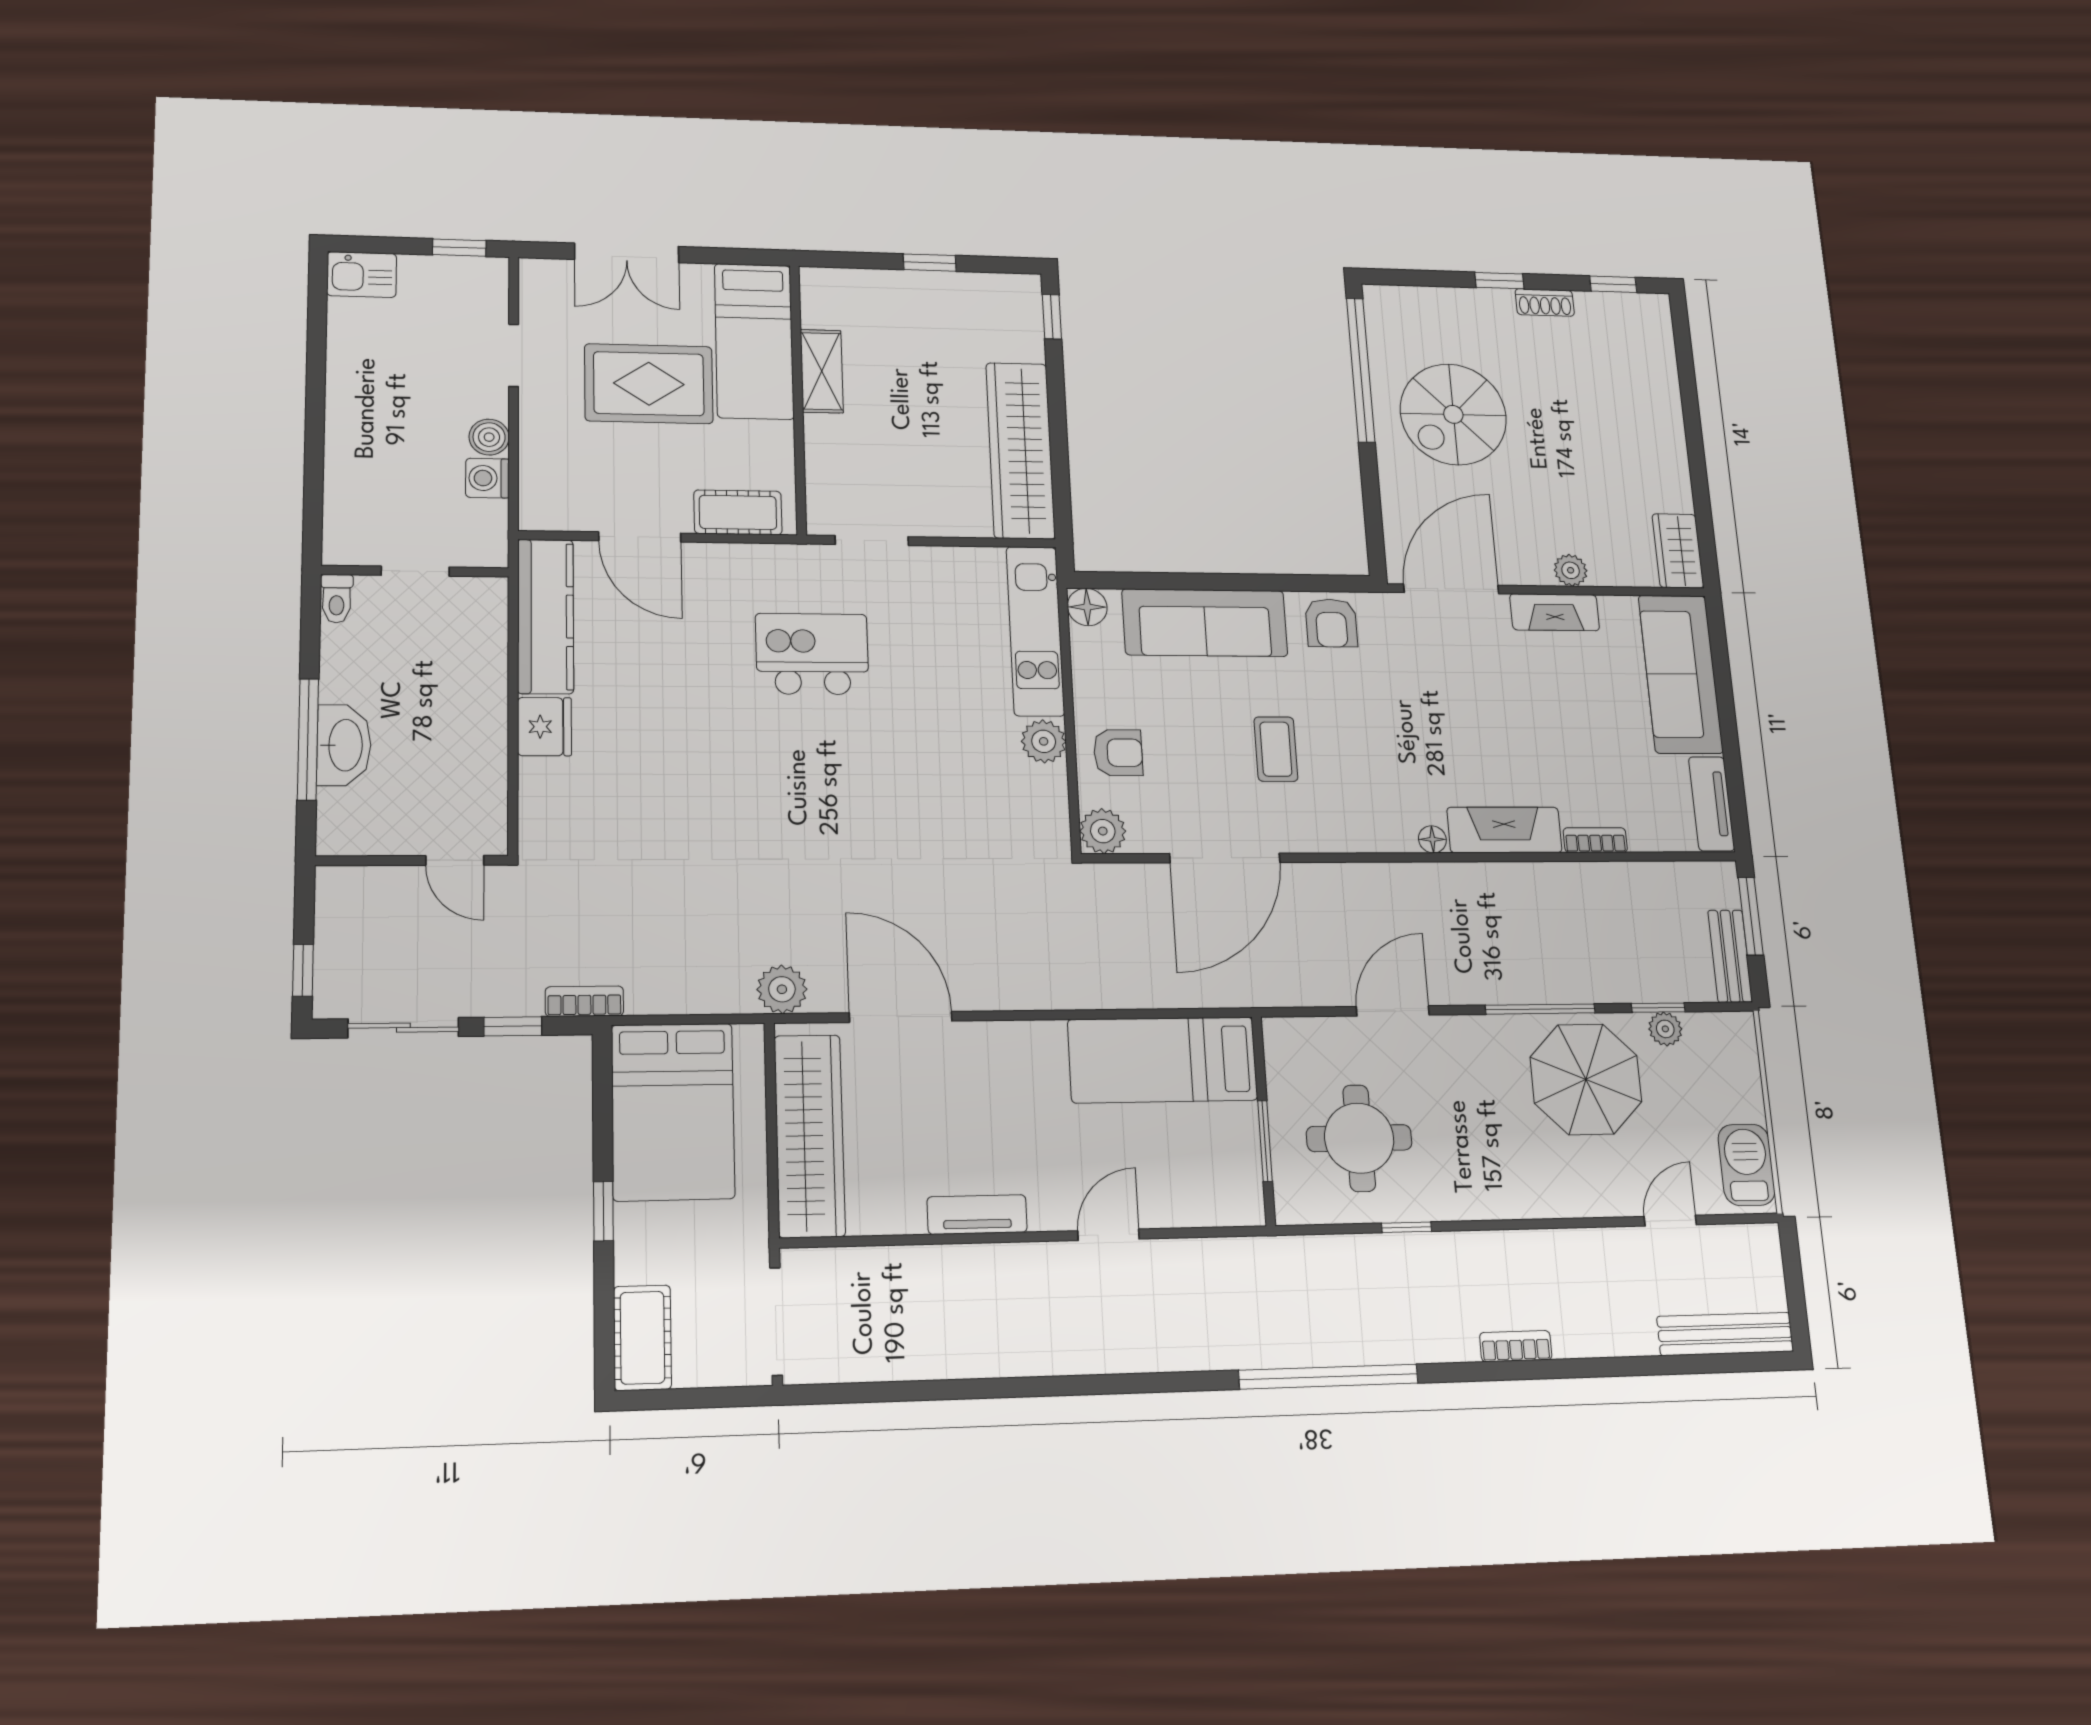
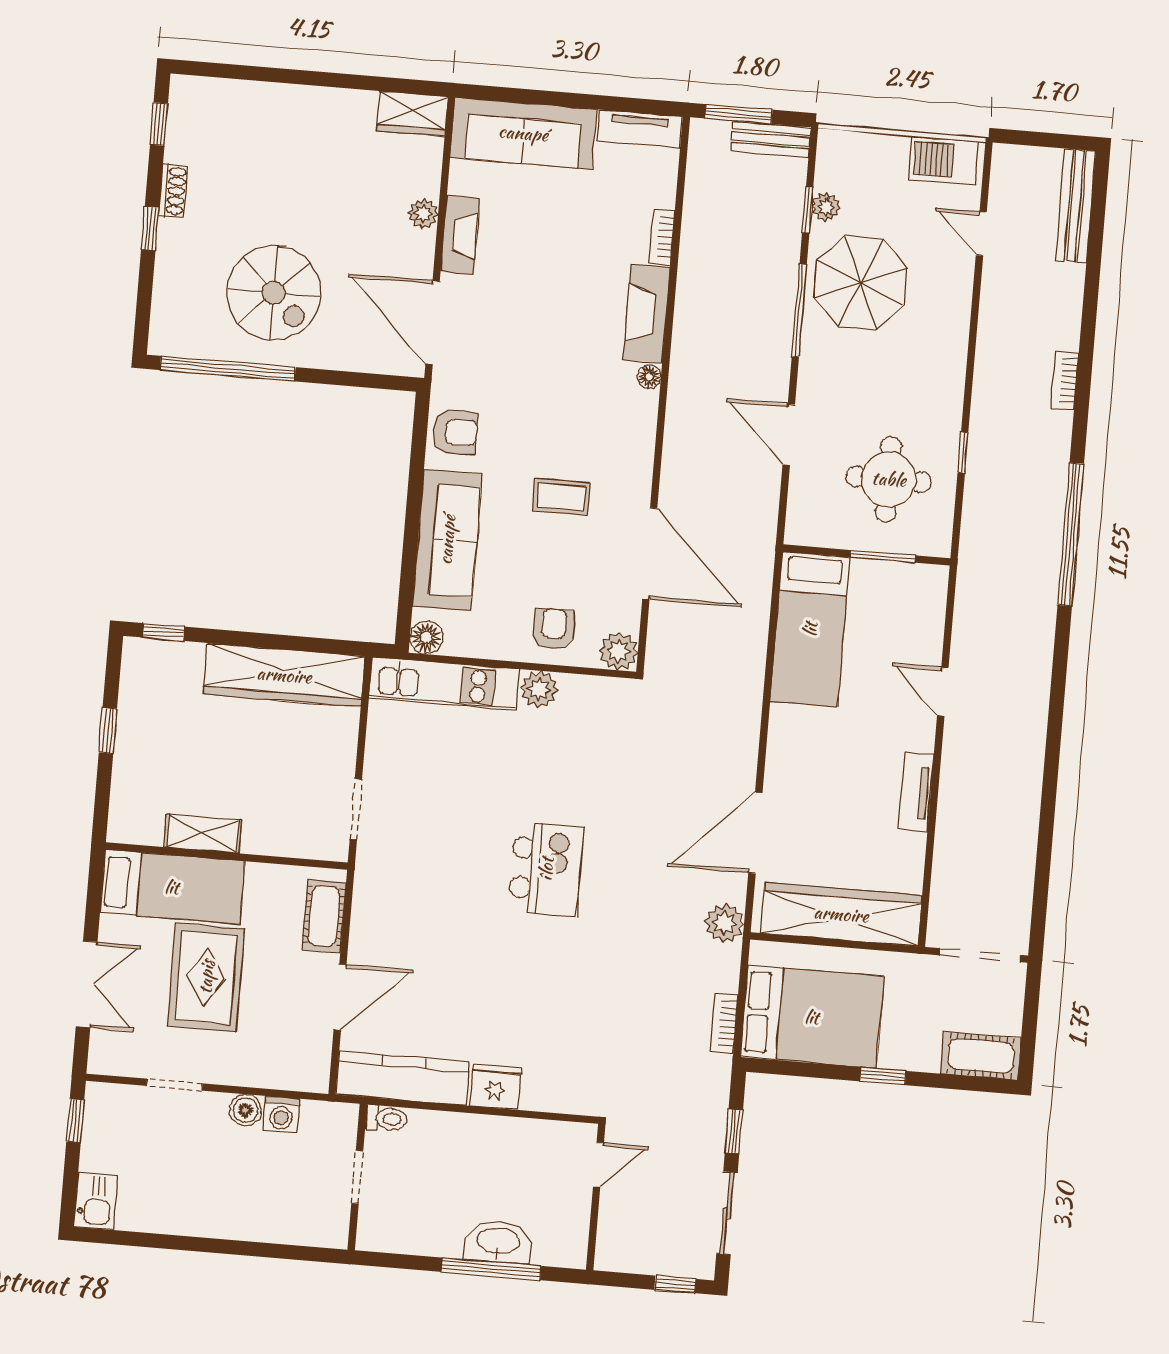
toilet: (337, 599) -> (386, 1119), moved
kitchen island: (812, 654) -> (546, 869), moved, turned 180
bookcase: (584, 1001) -> (724, 1023), moved

